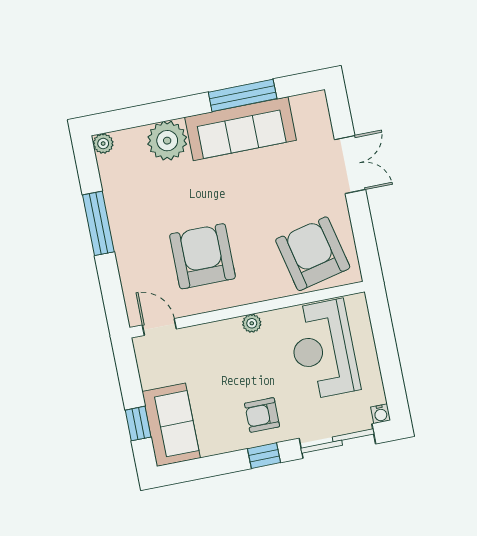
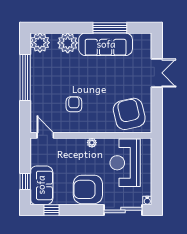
plant: (103, 143) -> (40, 43), width x1.88, depth x1.88
window: (98, 223) -> (25, 78), width x1.46
armchair: (203, 256) -> (74, 104), width x0.53, depth x0.53
armchair: (262, 415) -> (88, 189), width x1.88, depth x1.88
window: (264, 456) -> (51, 210), moved

